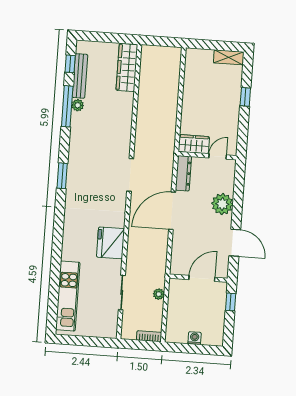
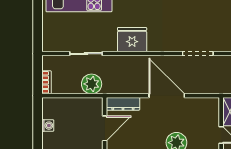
dresser: (183, 173) -> (123, 104), moved
door: (202, 278) -> (105, 128), hinge flipped
plant: (159, 294) -> (92, 84), width x1.87, depth x1.87

